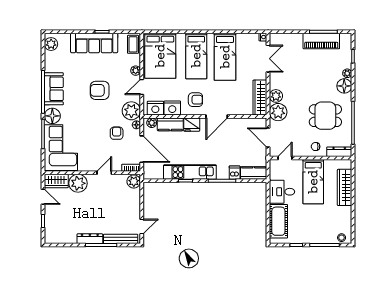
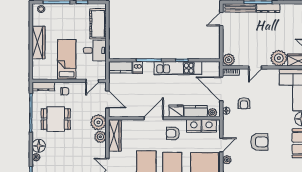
plant: (131, 111) -> (231, 123), removed
wardrobe: (345, 187) -> (38, 43), moved

